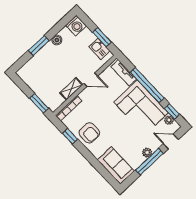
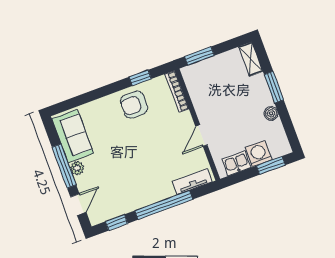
washing machine: (76, 26) -> (259, 154), moved, turned 90
window: (102, 37) -> (271, 165), moved
shelving: (71, 89) -> (251, 59), moved
corner sofa: (141, 107) -> (138, 185), removed
plant: (169, 120) -> (107, 214), removed
sofa: (116, 165) -> (73, 136), moved, turned -90

